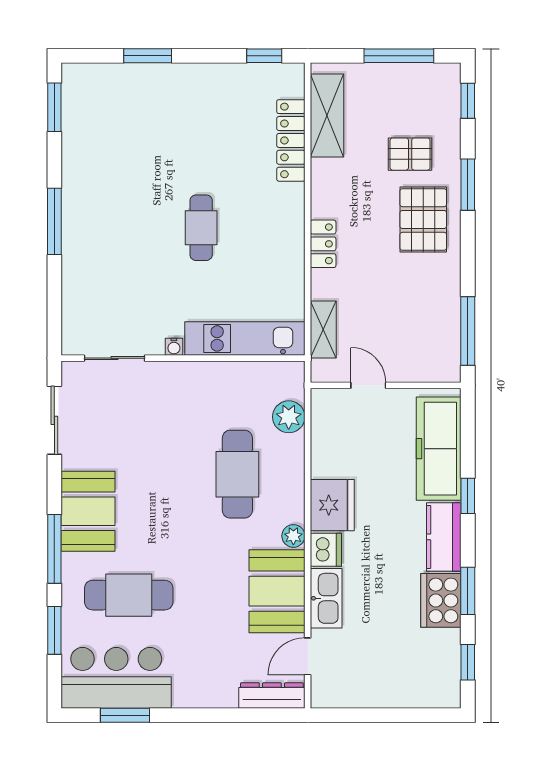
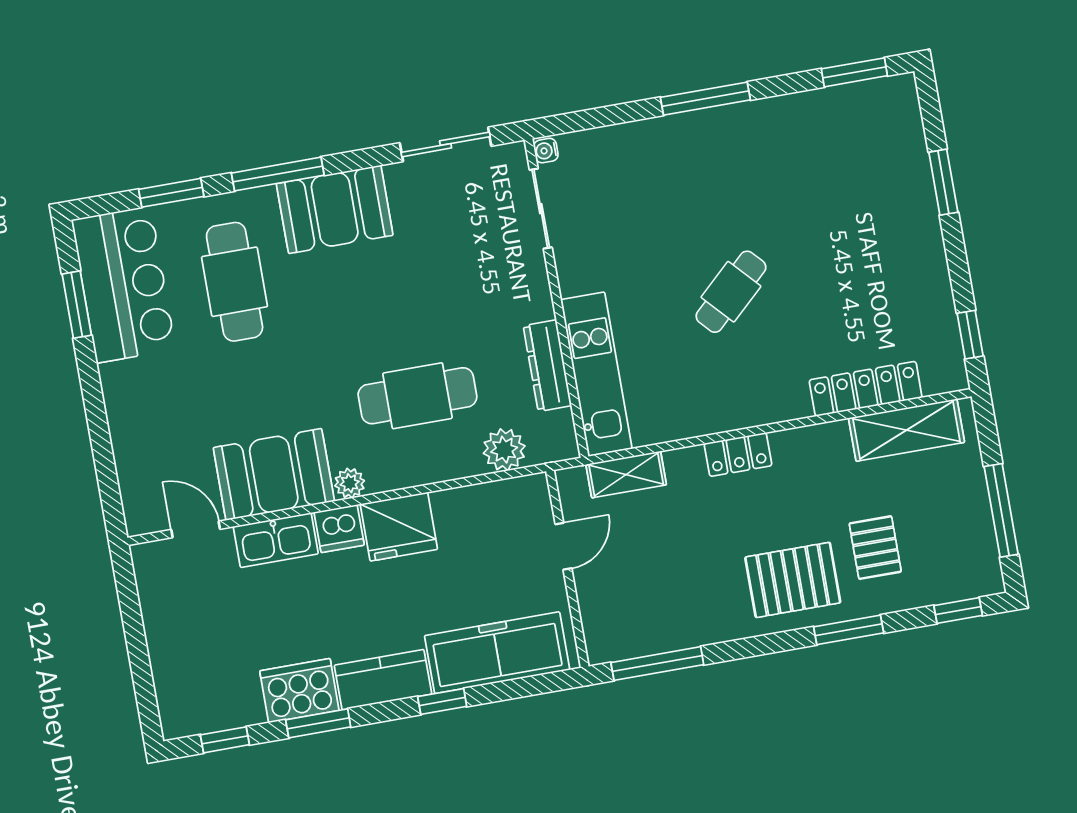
cafe table: (201, 228) -> (731, 292), turned -43
water cooler: (174, 347) -> (546, 151), moved
dresser: (272, 696) -> (547, 366), moved, turned 180

